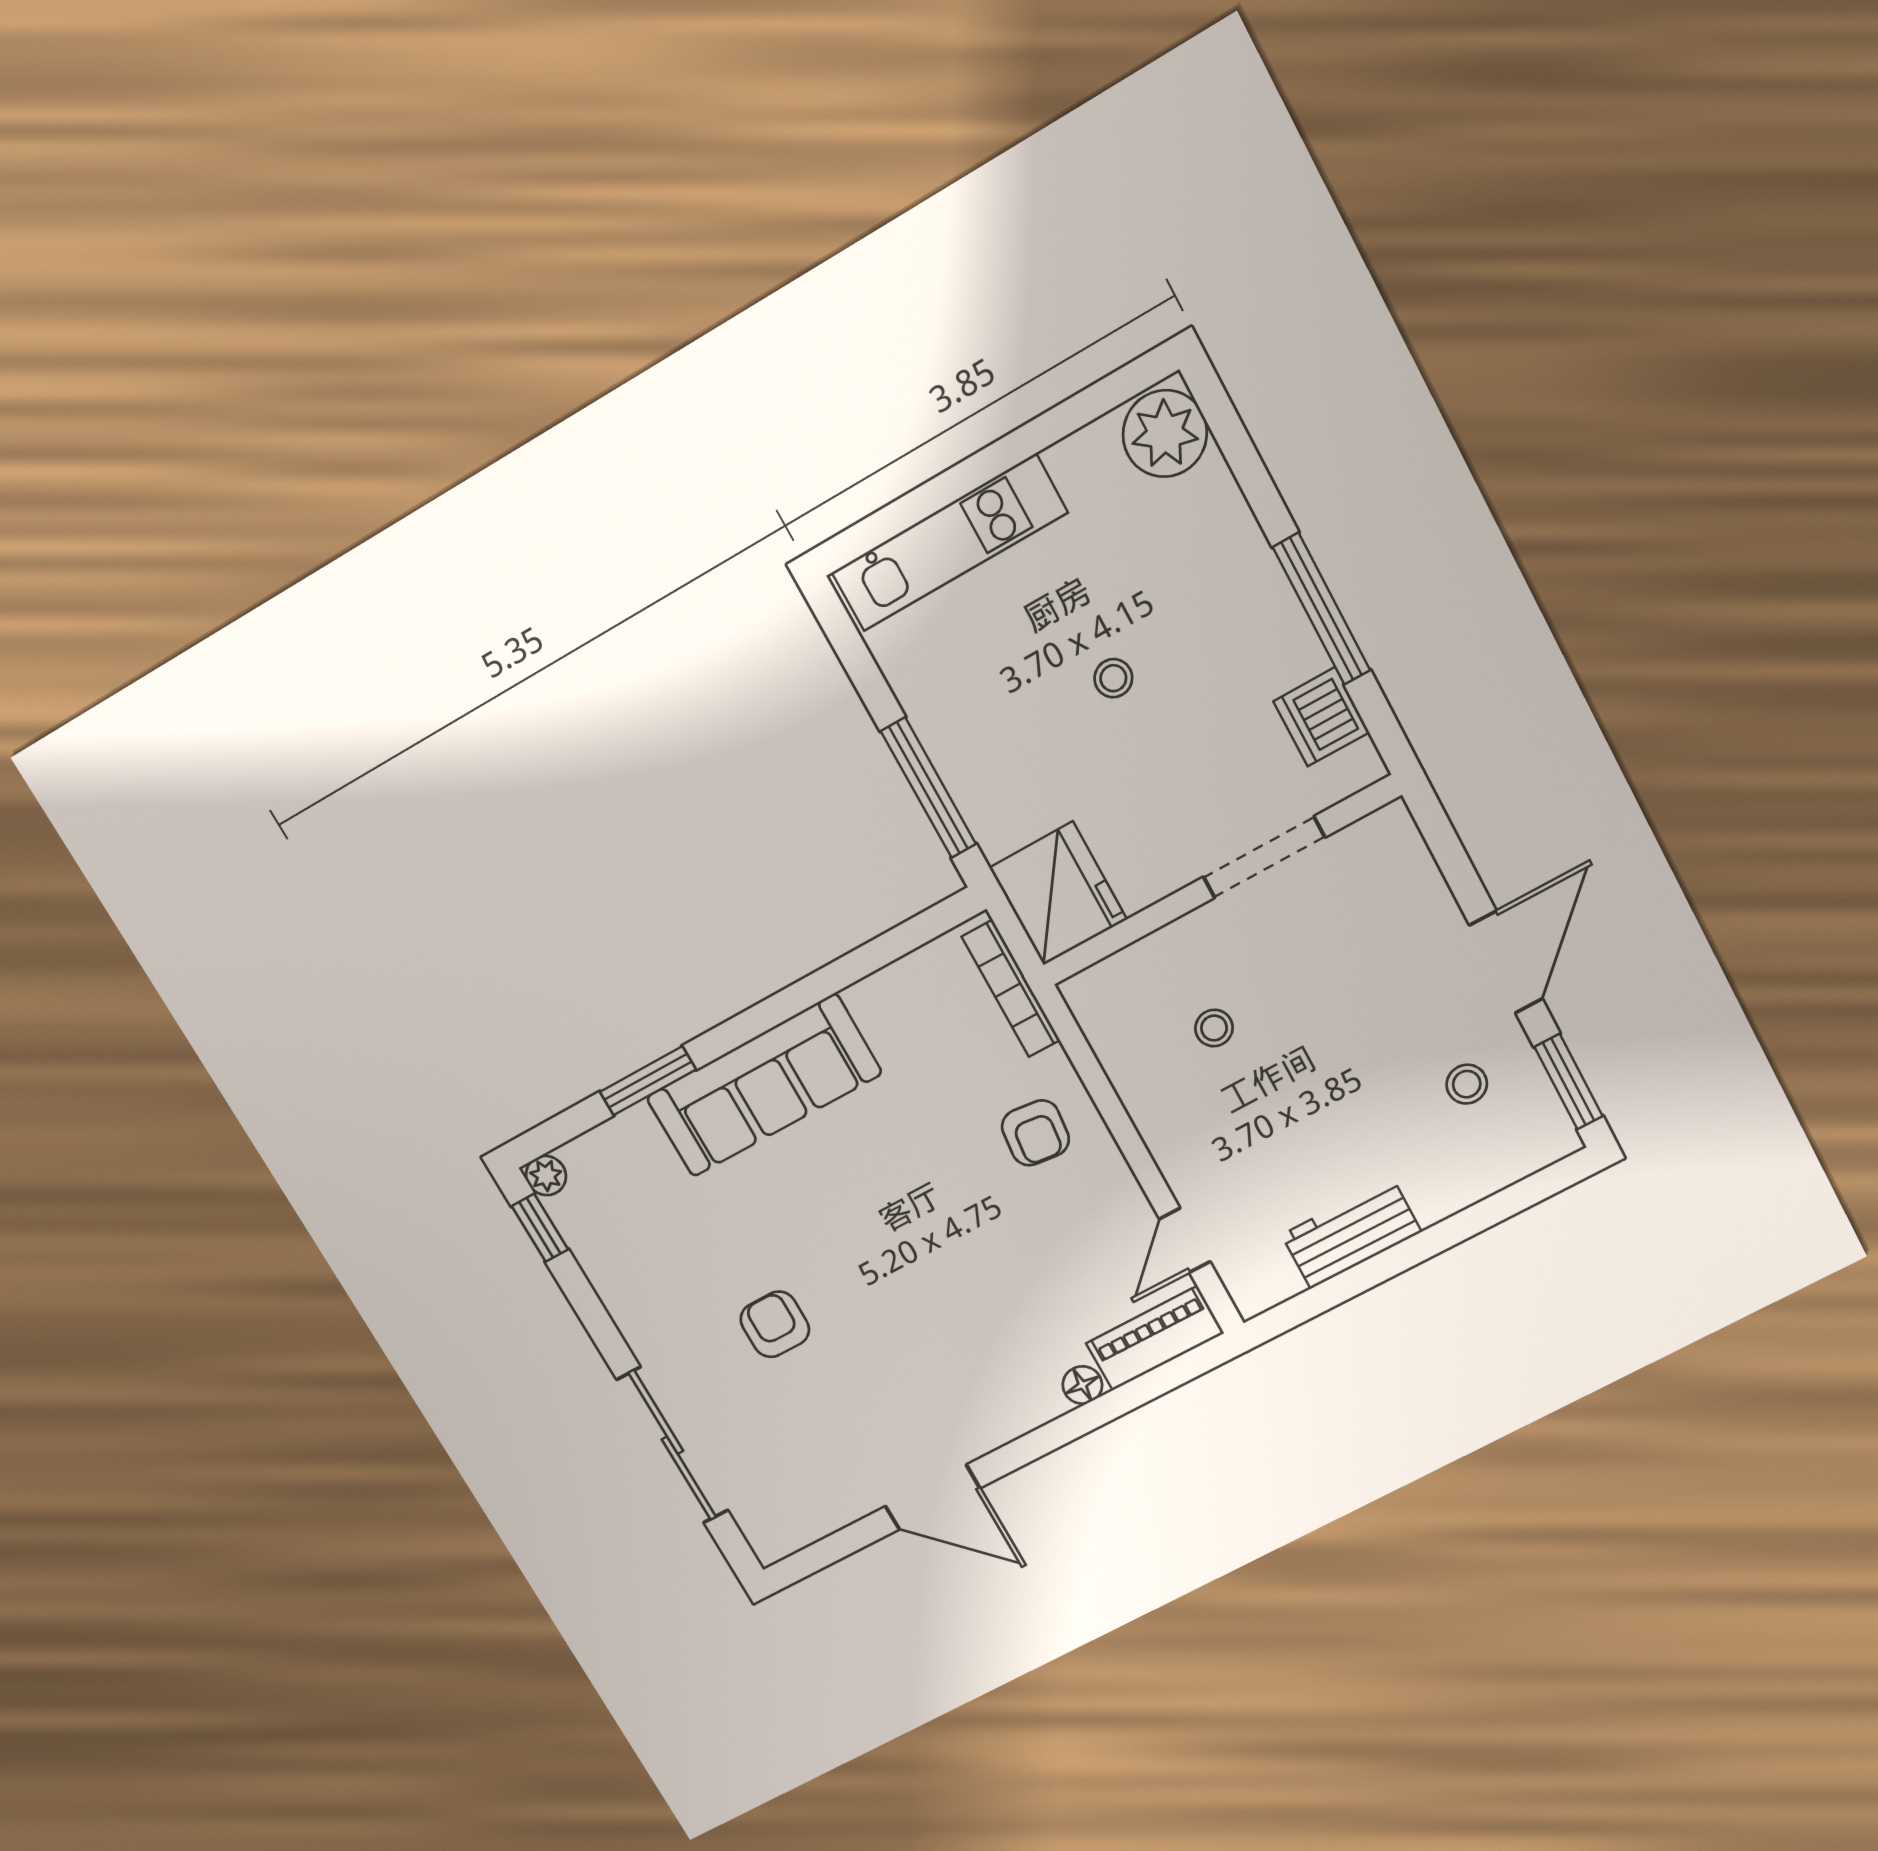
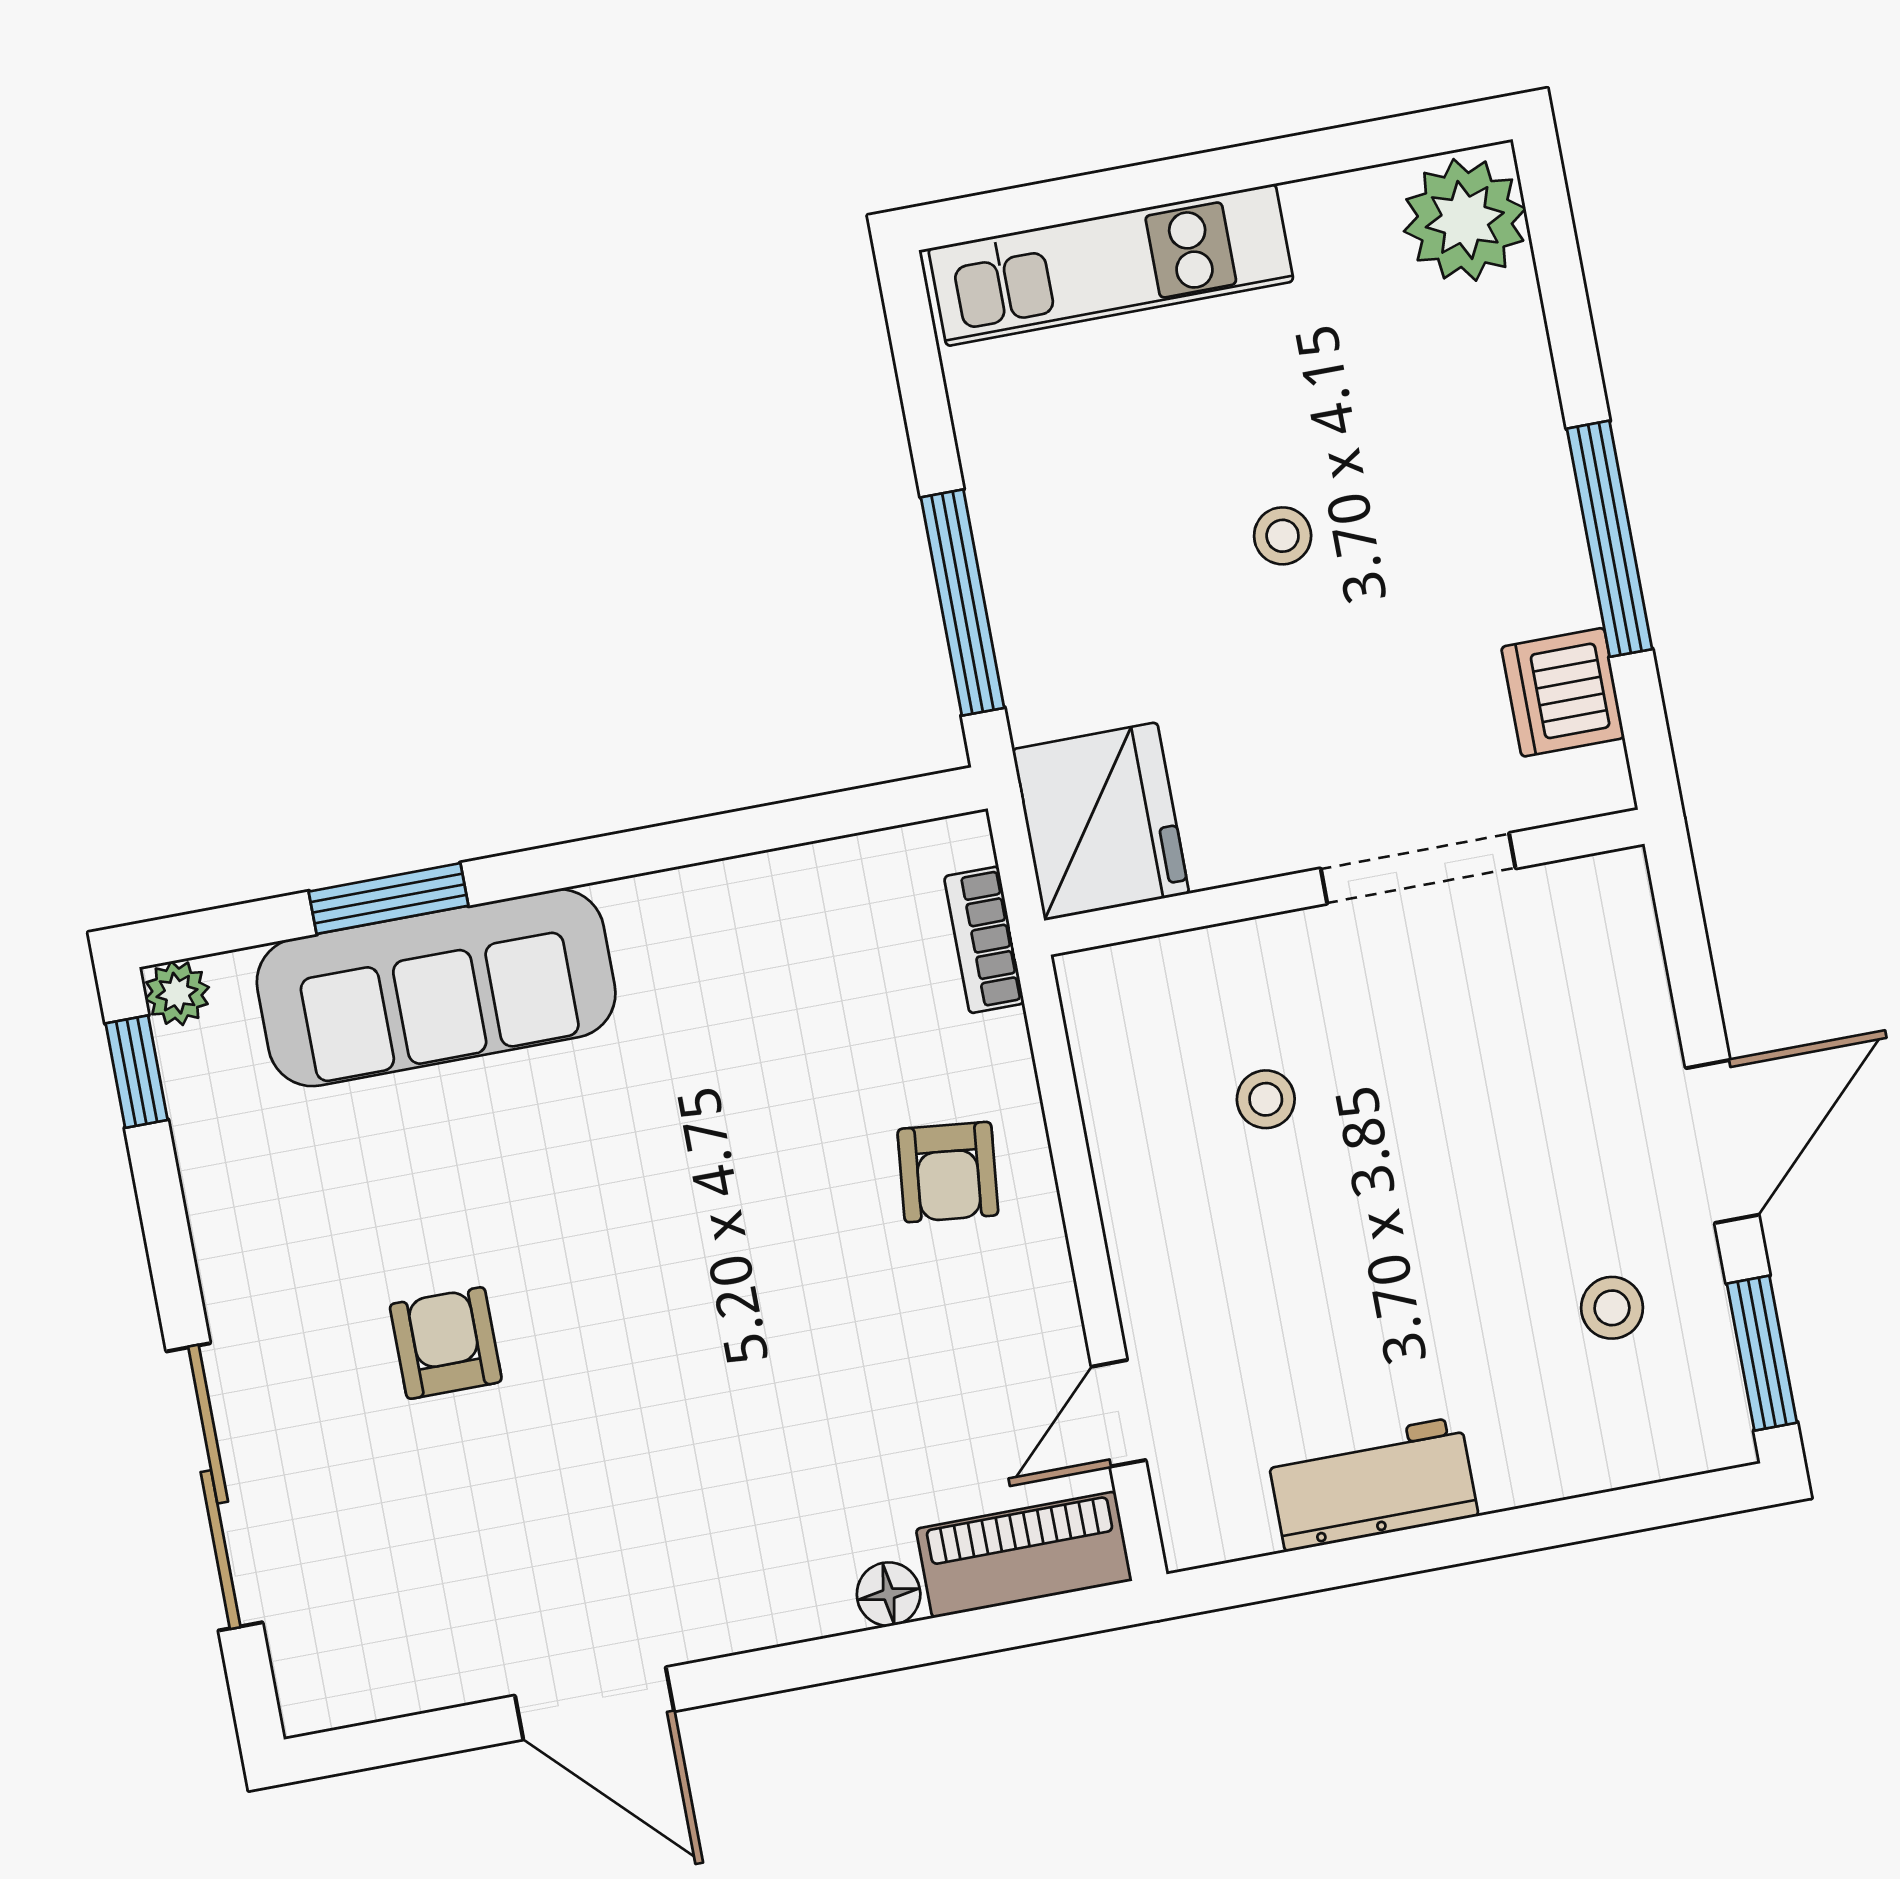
bookcase: (1011, 989) -> (984, 940), width x0.64
sofa: (764, 1085) -> (436, 988), moved

